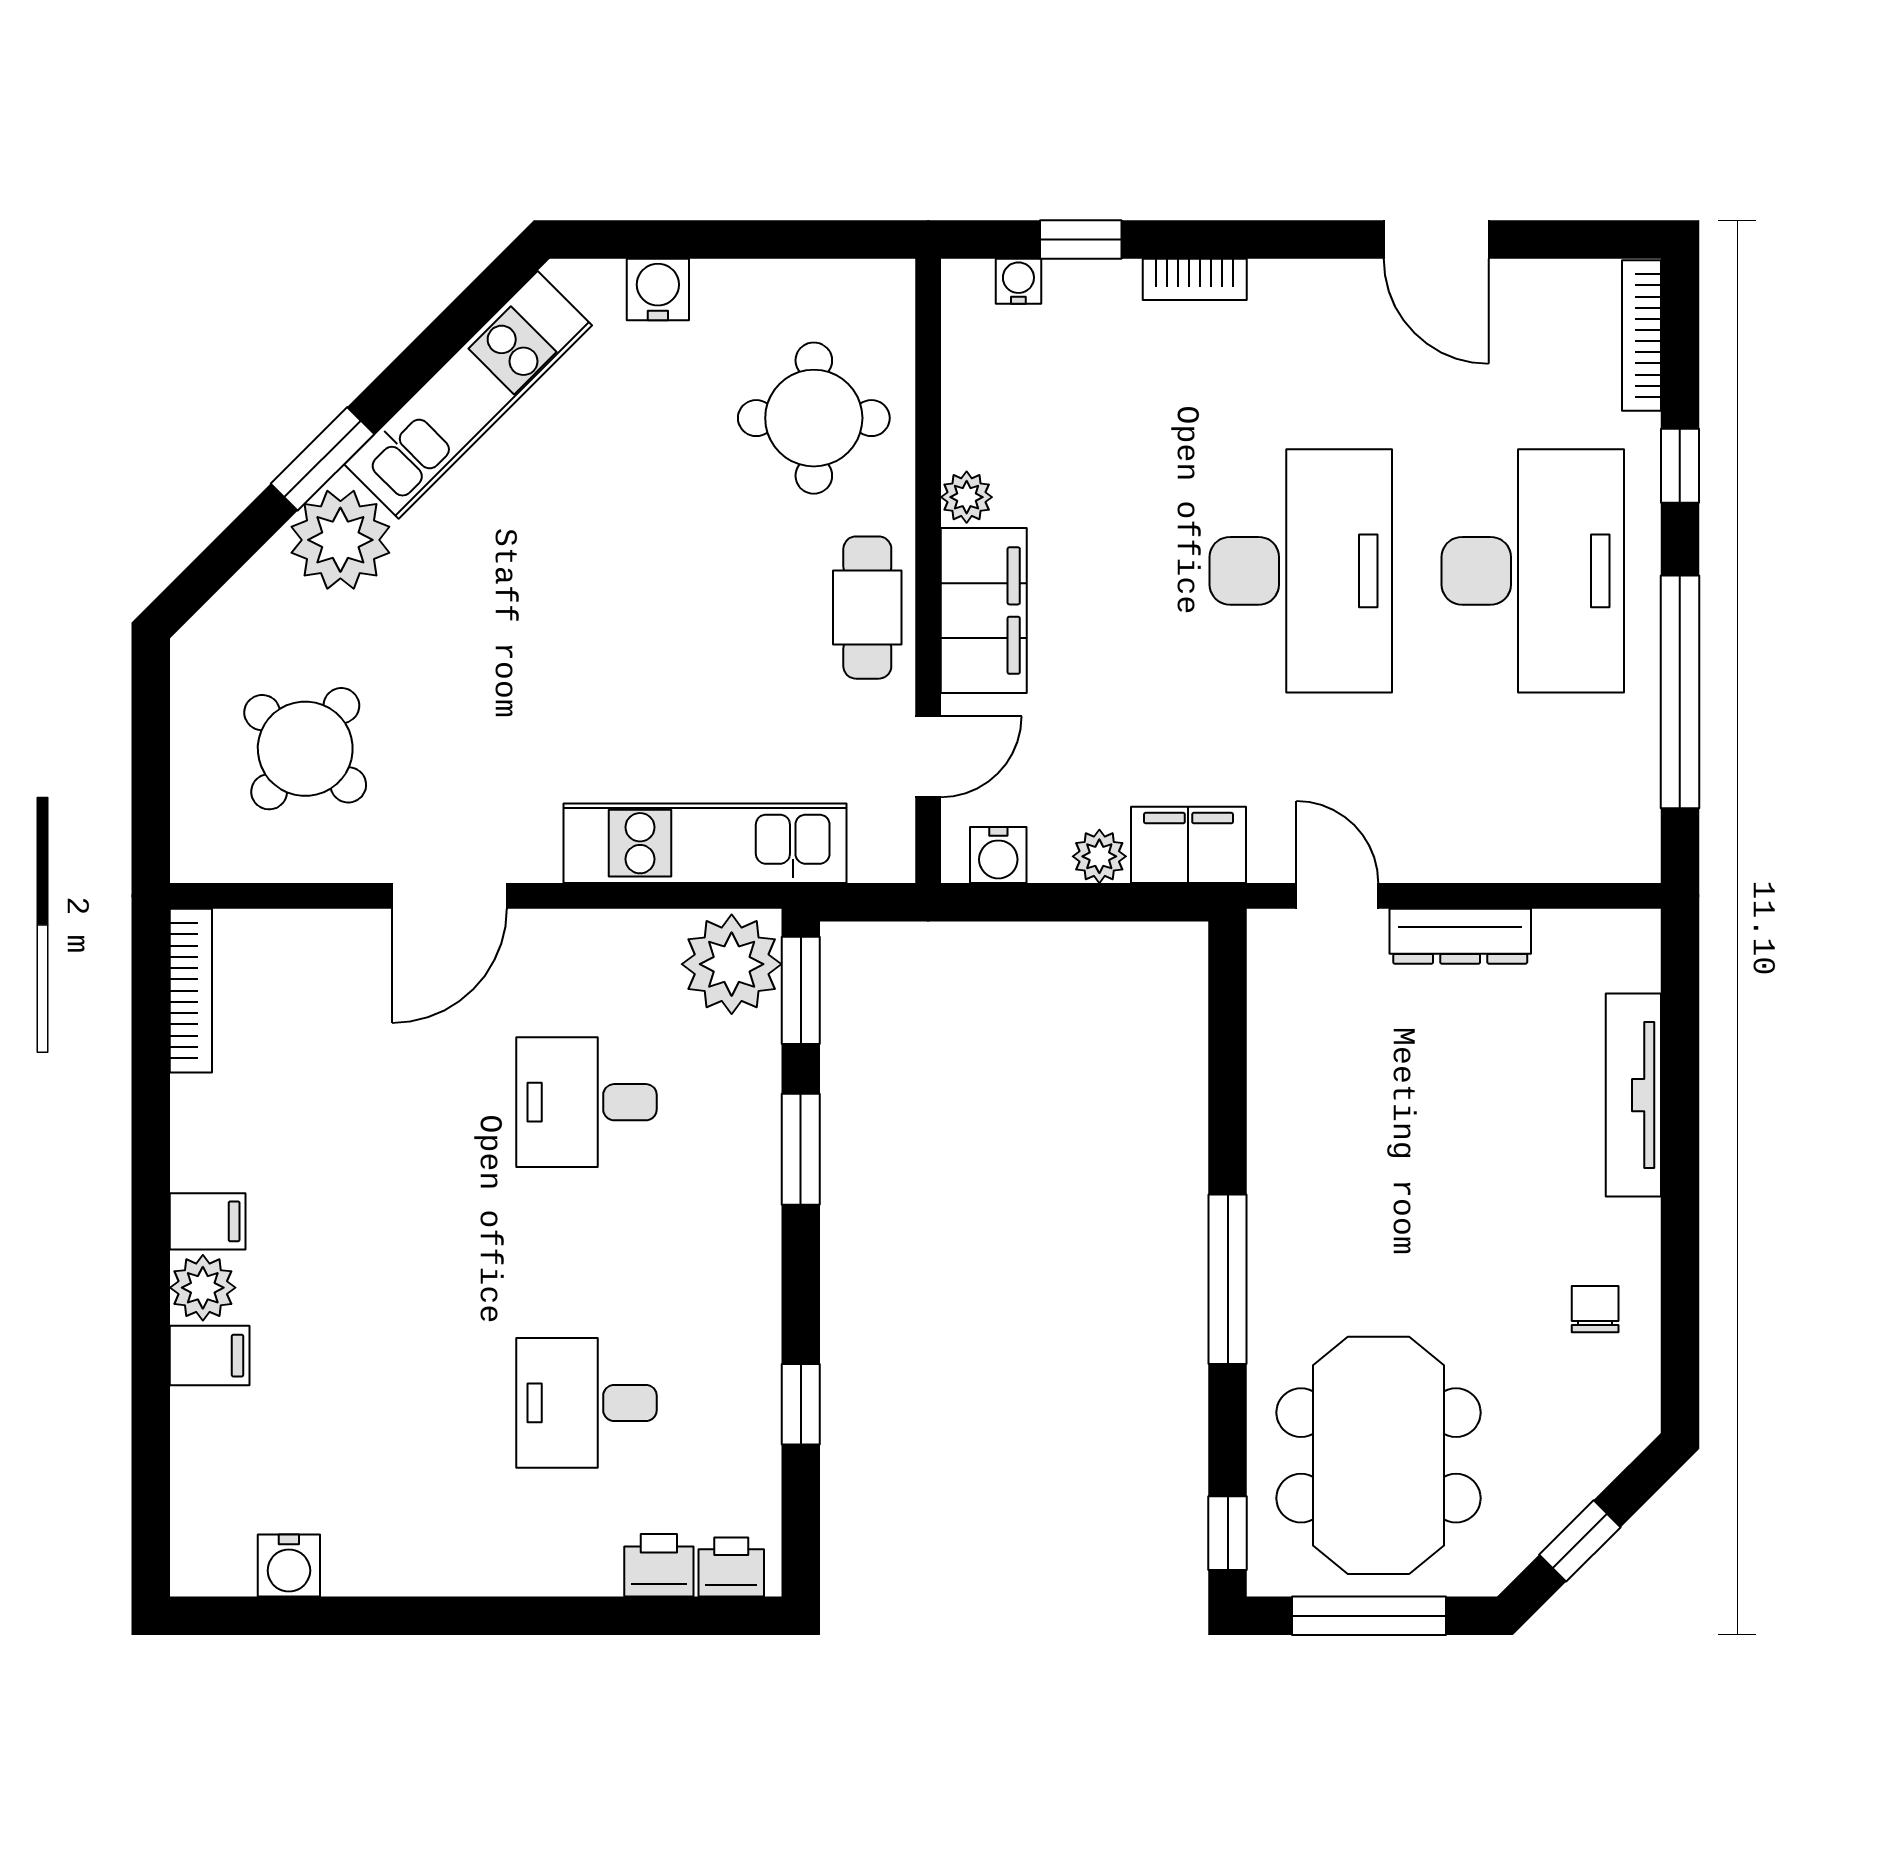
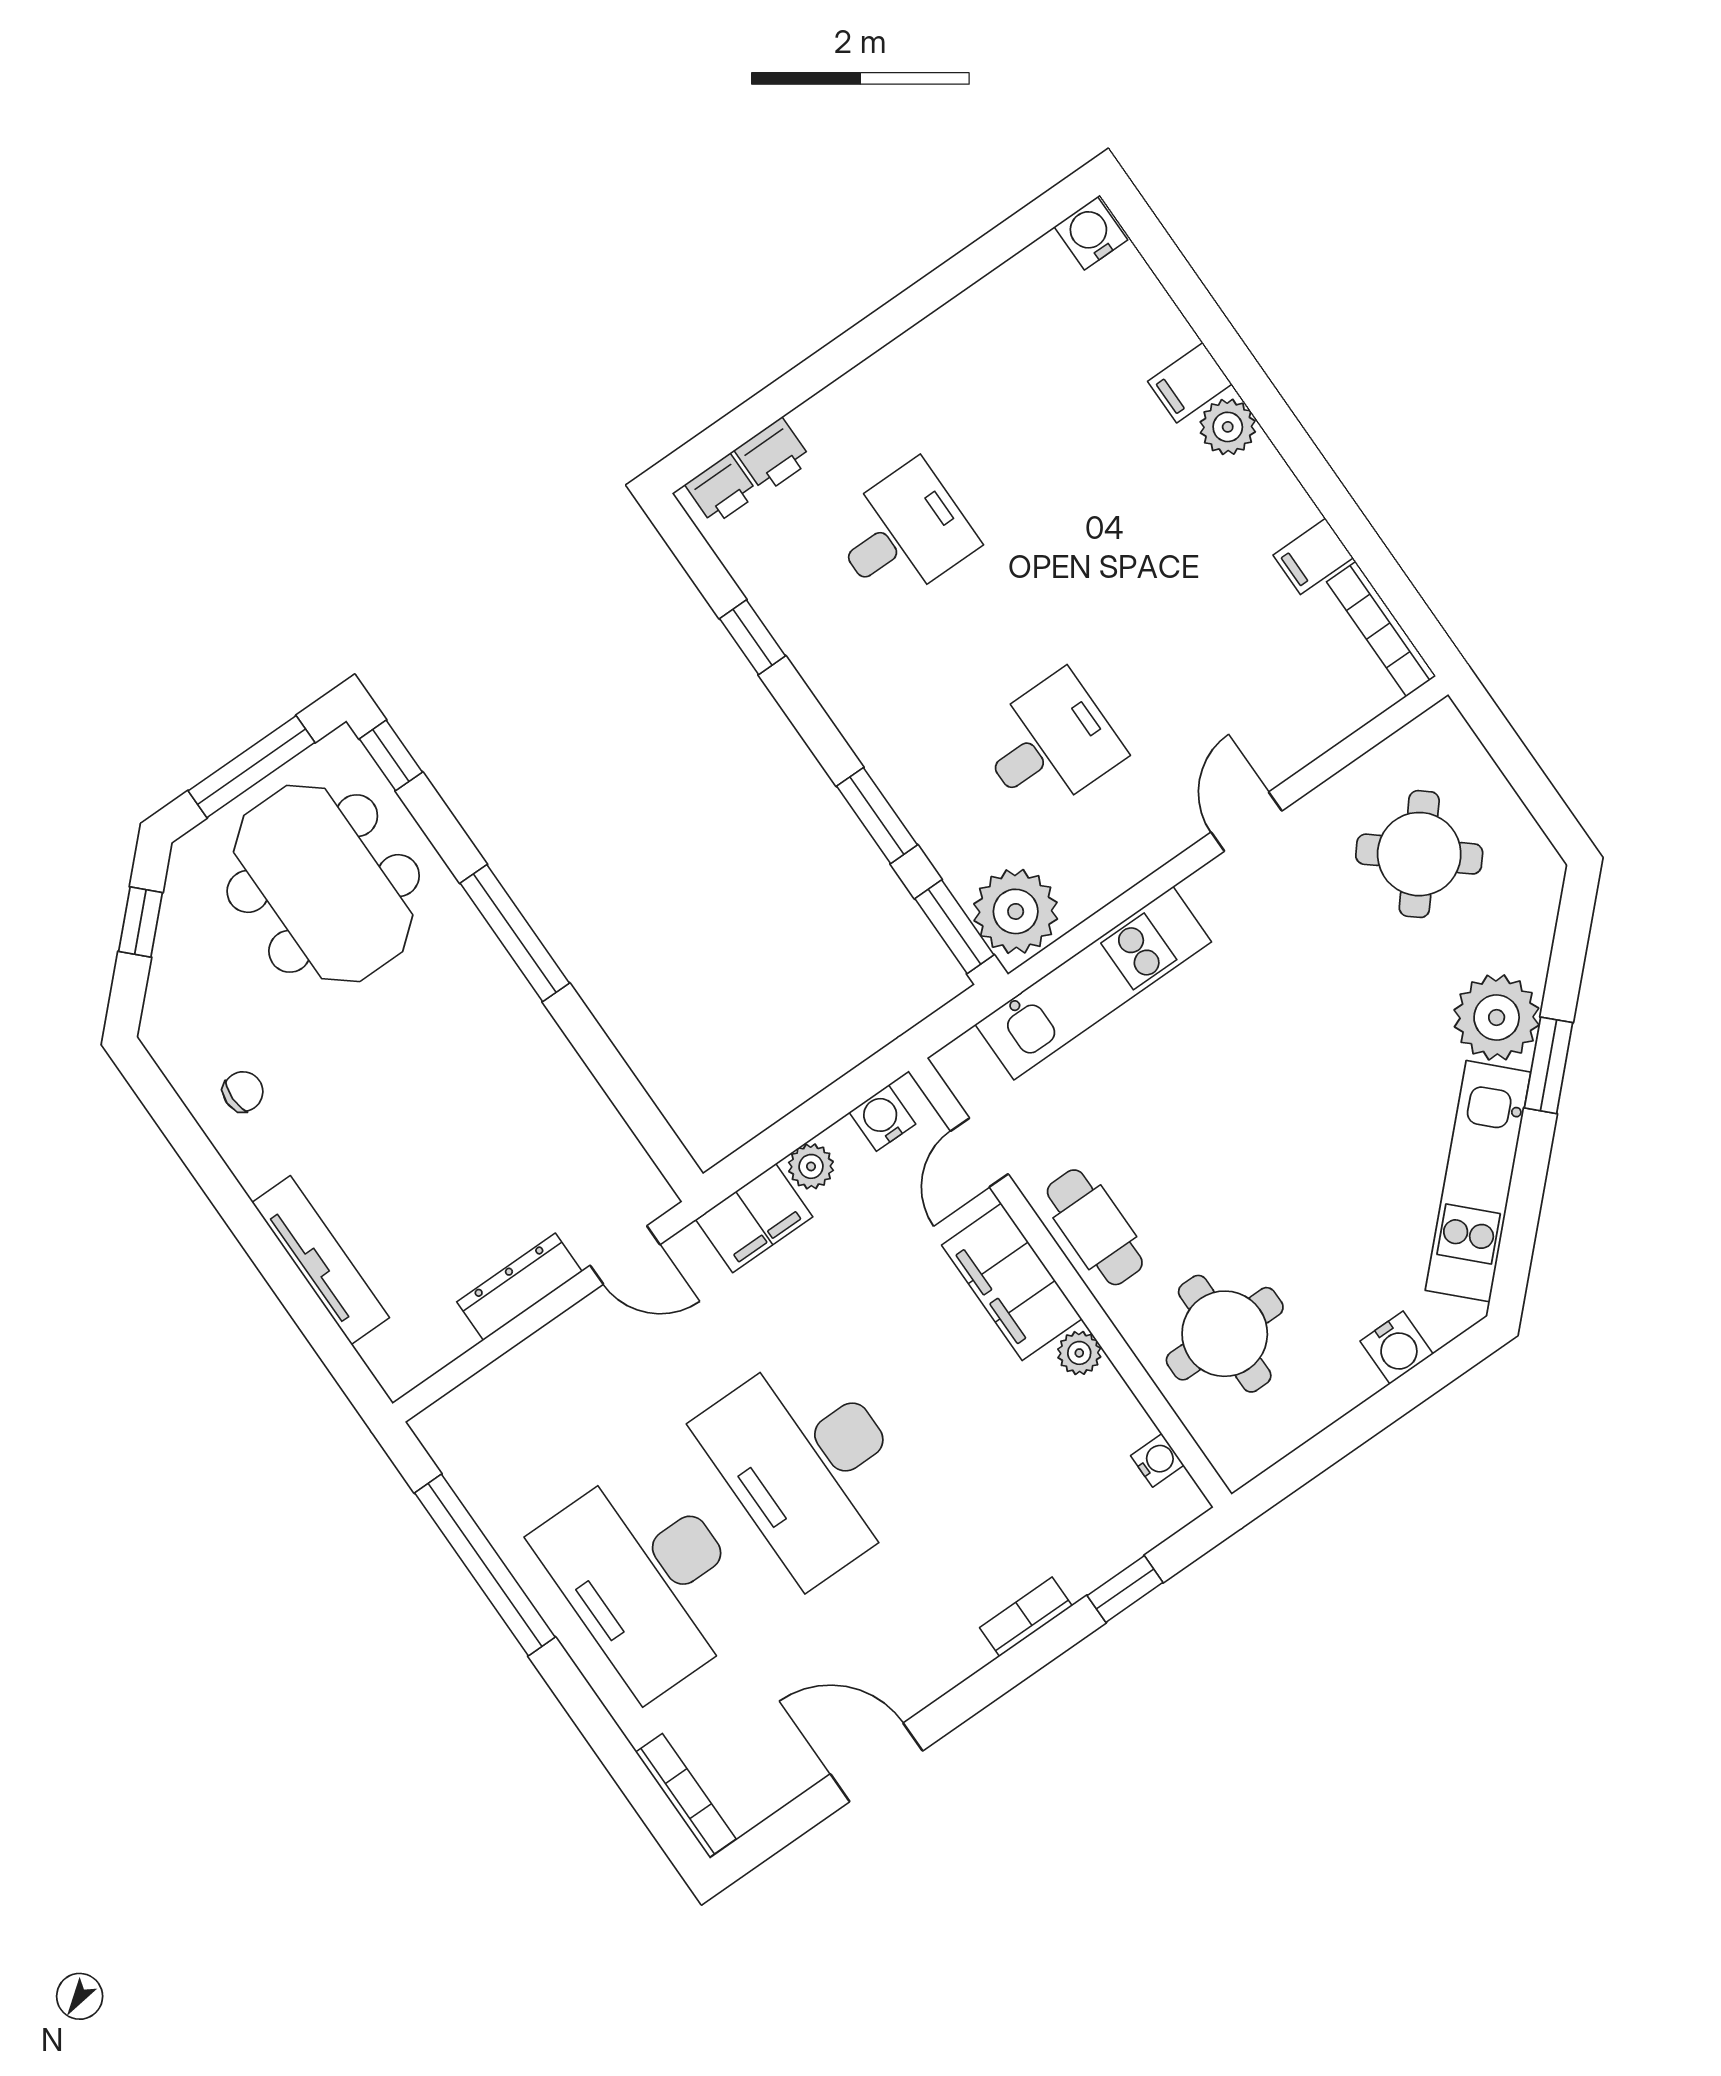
water cooler: (1018, 281) -> (1157, 1460), moved, turned -90
window: (1680, 466) -> (595, 1723), removed
door: (449, 896) -> (1246, 822), width x0.73
filing cabinet: (208, 1221) -> (1313, 556), moved
chair: (1595, 1309) -> (243, 1092), turned -90
water cooler: (289, 1566) -> (1091, 233), moved

